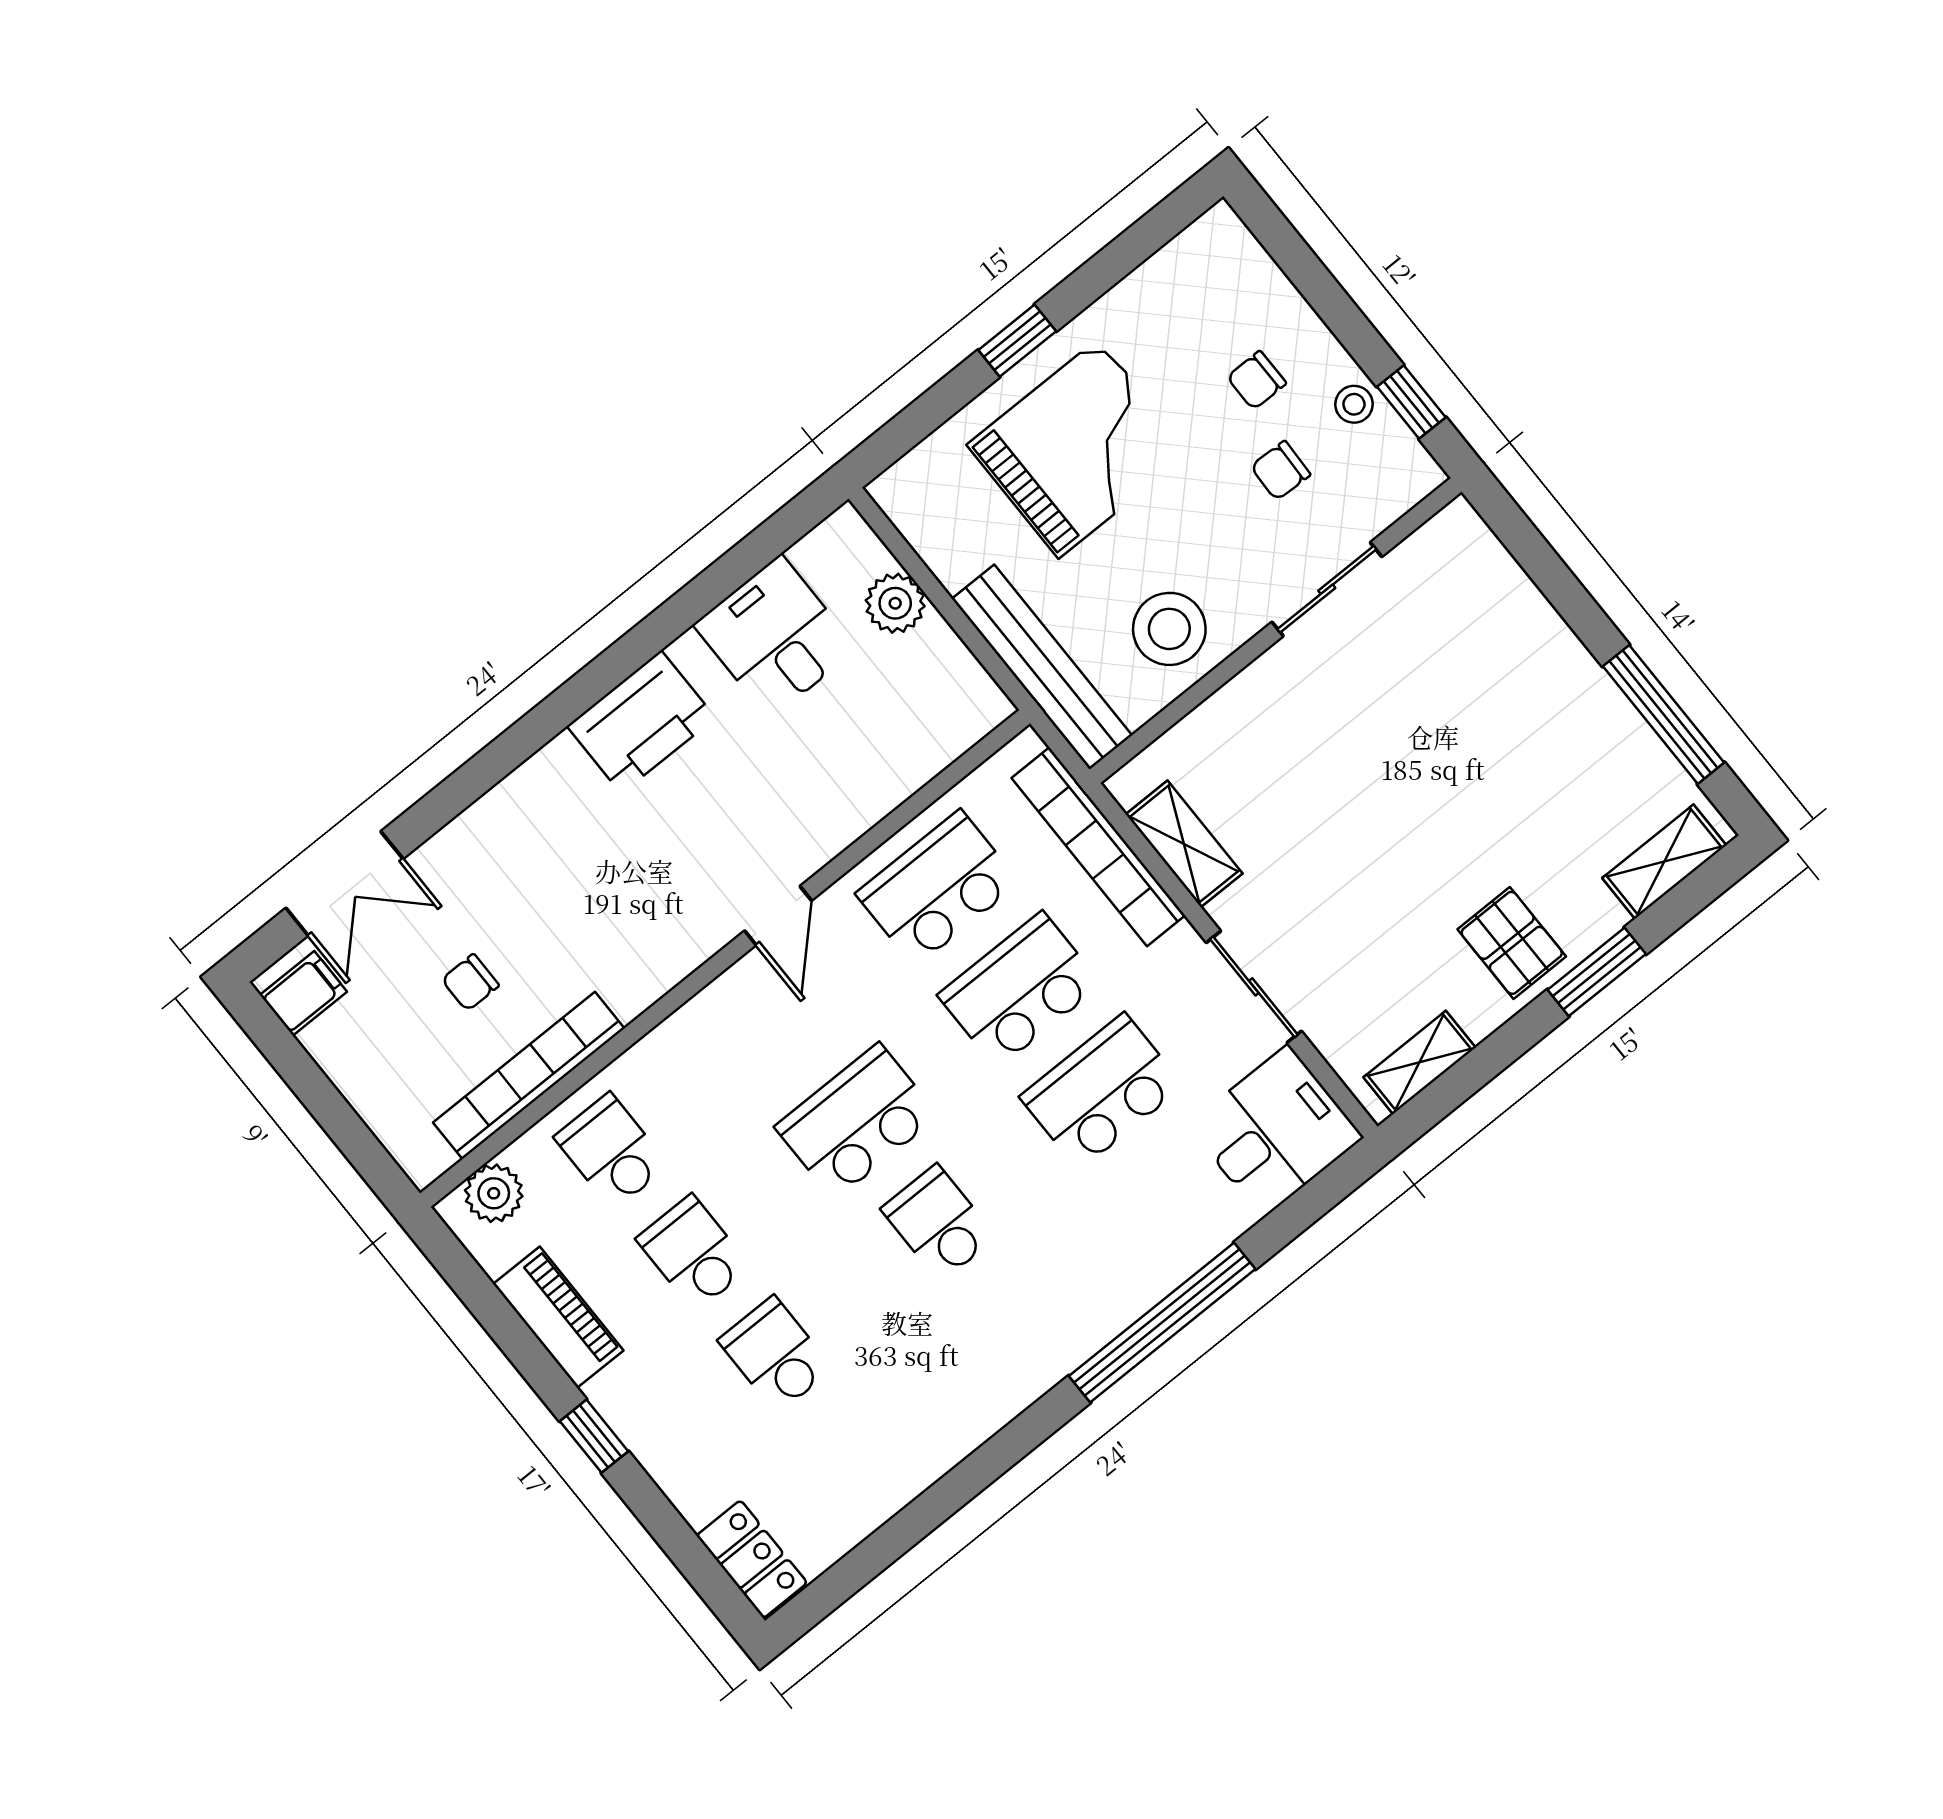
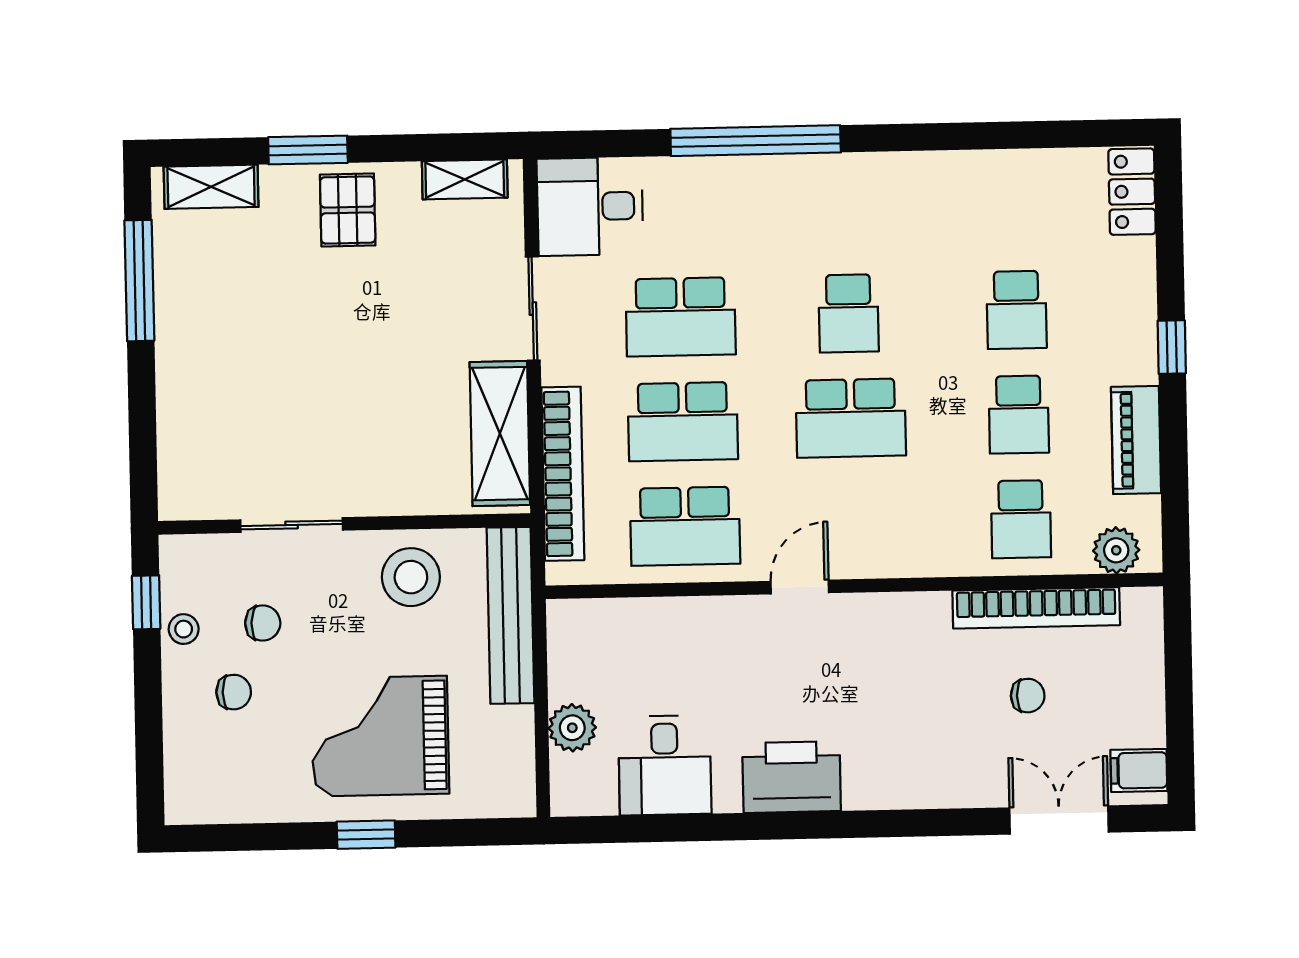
shelving: (1184, 844) -> (500, 434), width x1.50, depth x1.33

